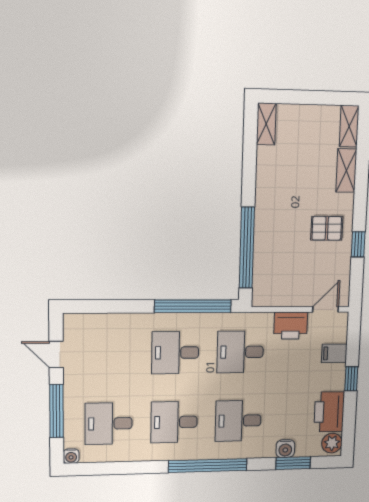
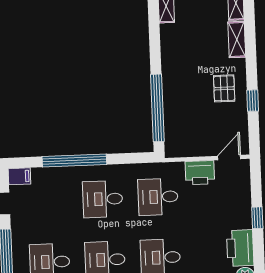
pallet: (327, 228) -> (224, 88), turned 90
window: (193, 306) -> (74, 161), moved
filing cabinet: (334, 353) -> (19, 176), moved, turned 180

